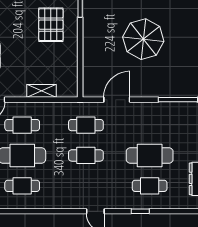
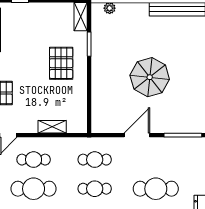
door: (117, 100) -> (137, 135), moved

